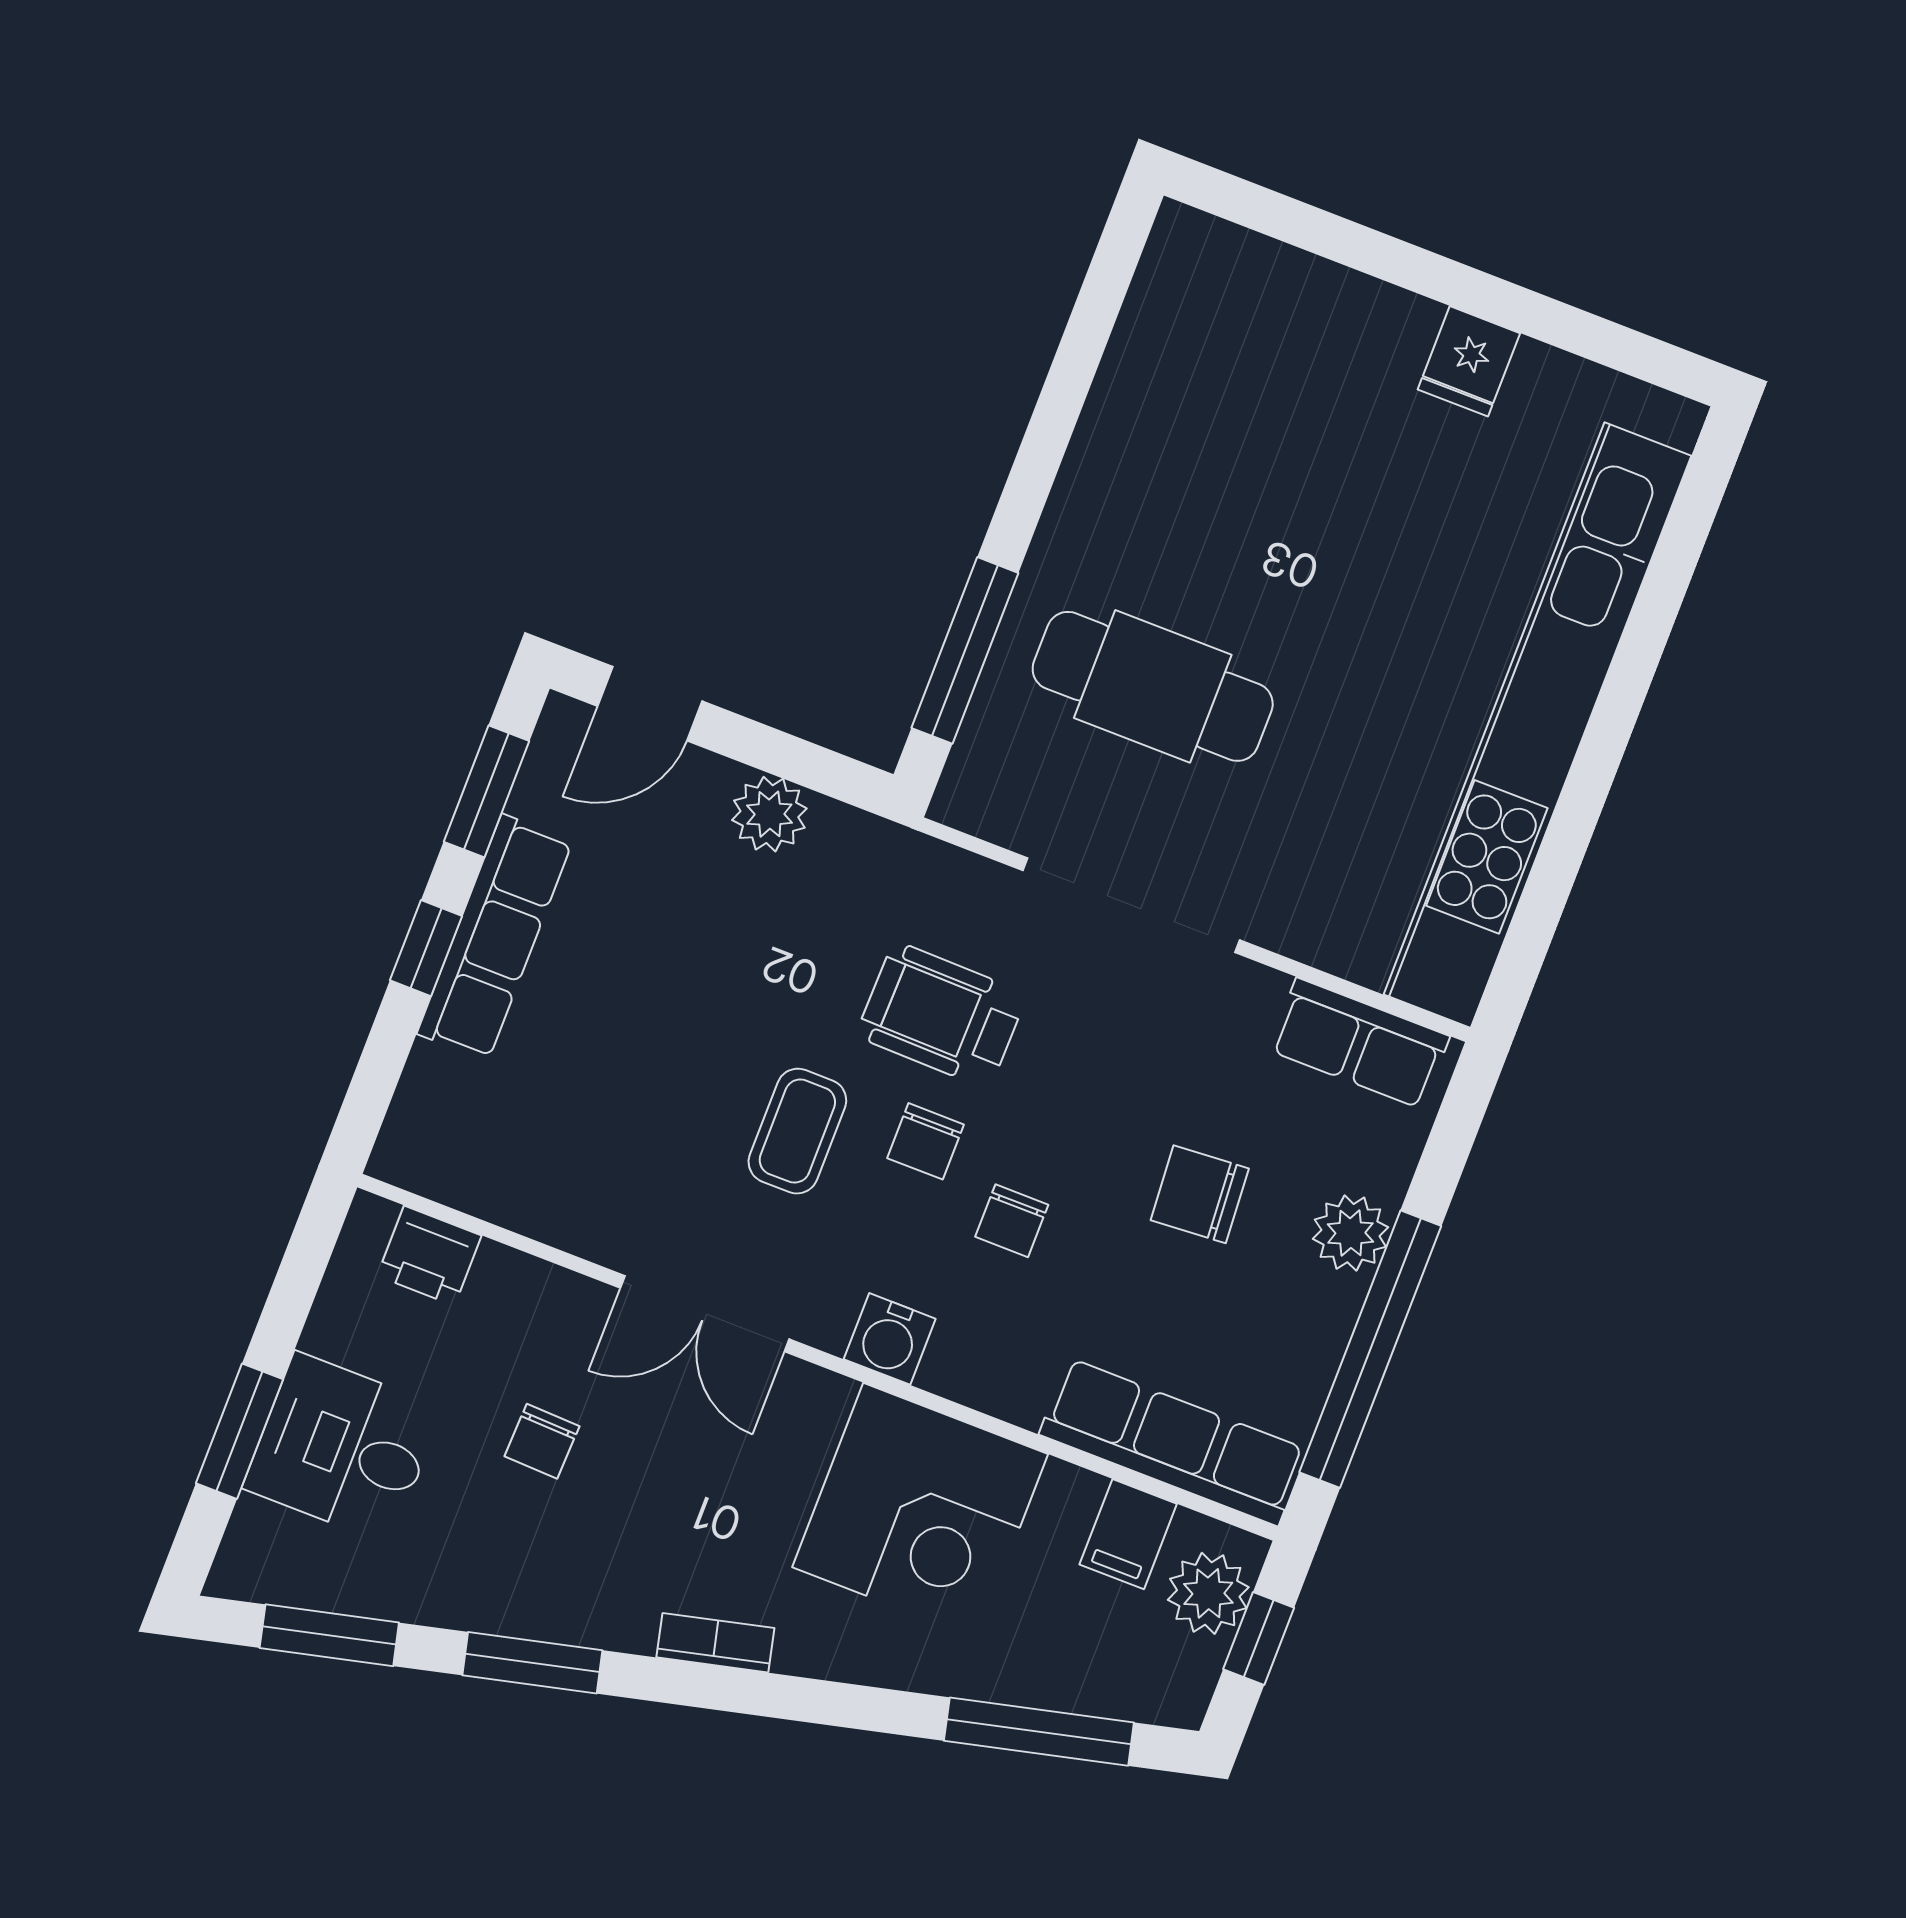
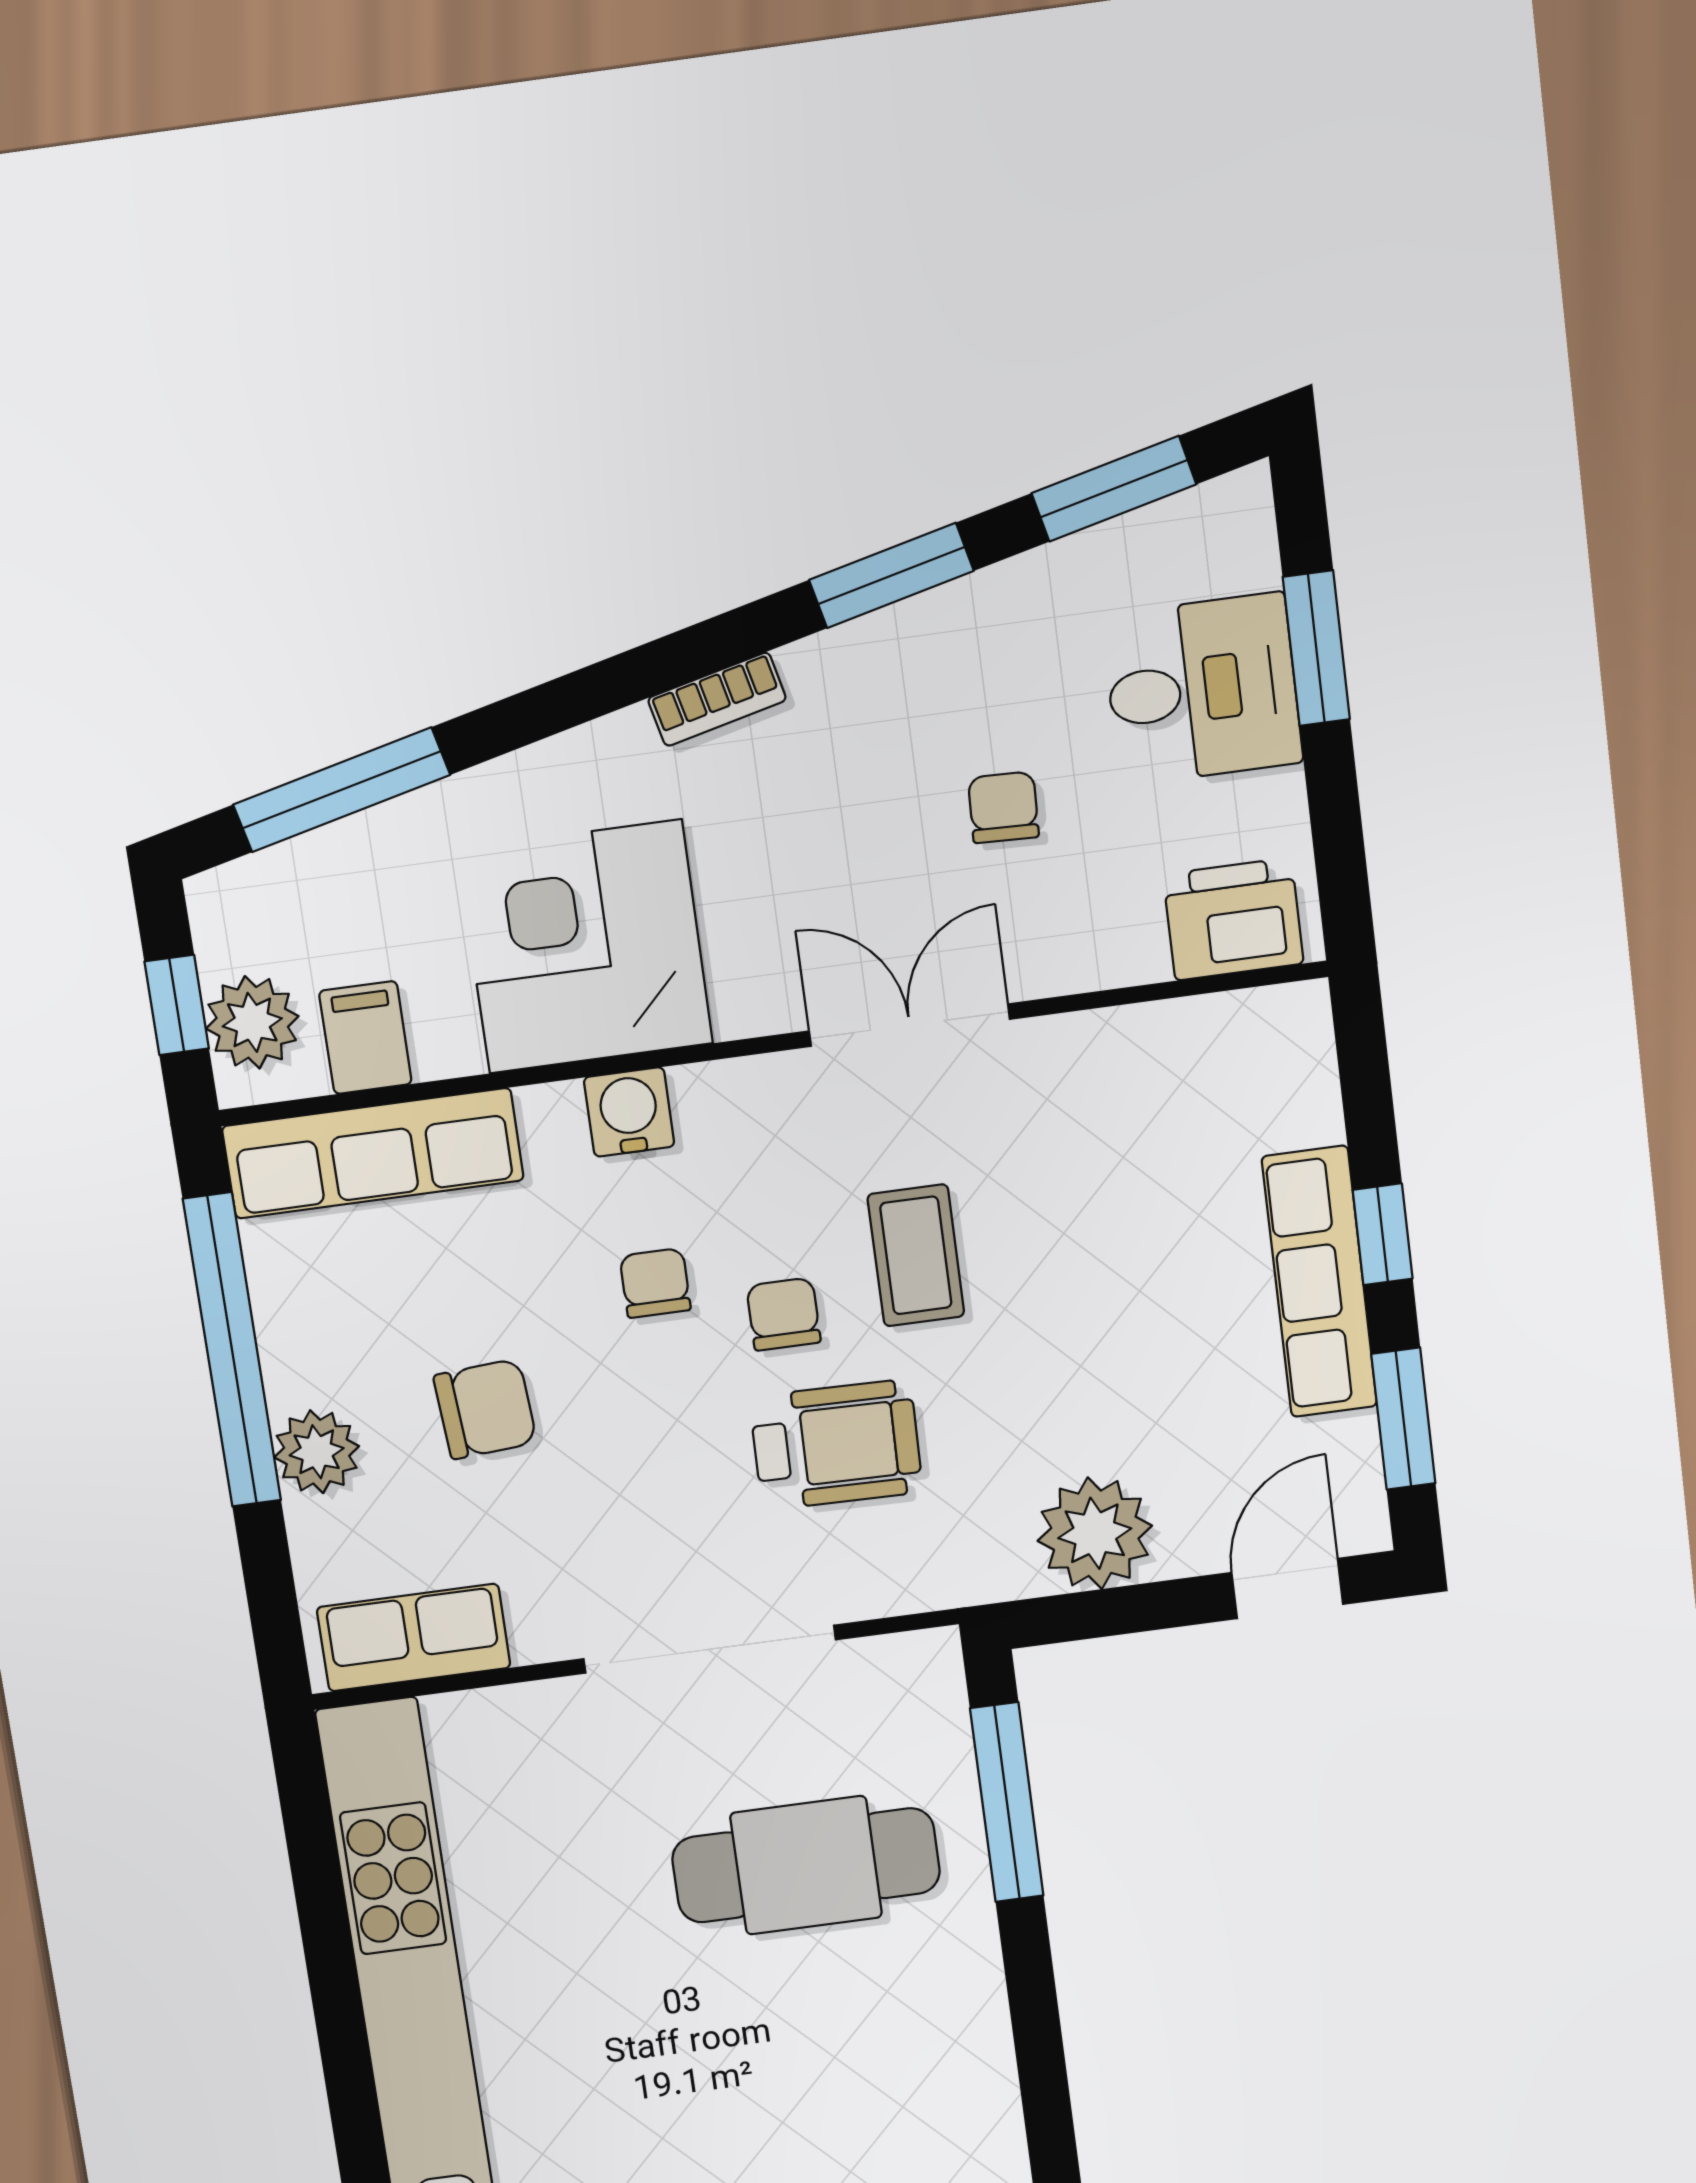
plant: (769, 814) -> (1095, 1533), width x1.36, depth x1.36
printer: (429, 1256) -> (1233, 919), width x1.36, depth x1.24
water cooler: (890, 1339) -> (629, 1112), moved

